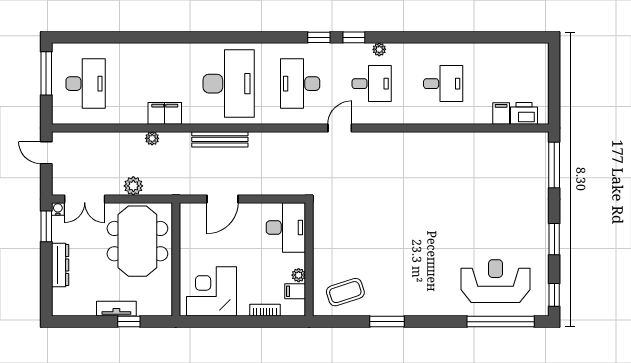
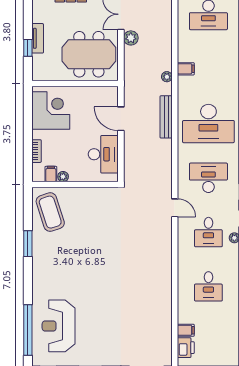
filing cabinet: (165, 113) -> (186, 69), width x0.50
plant: (152, 138) -> (167, 77), moved
plant: (133, 186) -> (131, 38), moved
desk: (286, 227) -> (103, 154), moved, turned -90
reception desk: (495, 281) -> (59, 326), turned 180
coffee table: (345, 292) -> (50, 212), width x1.36, depth x1.32

